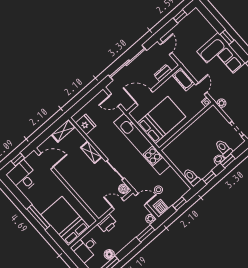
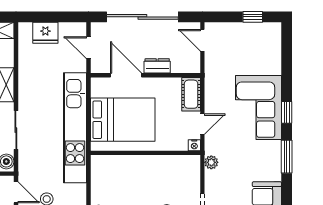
window: (227, 37) -> (287, 112), moved
door: (166, 49) -> (202, 40), swing flipped
dresser: (163, 73) -> (157, 66), moved
fridge: (86, 124) -> (45, 33), moved, turned 90

